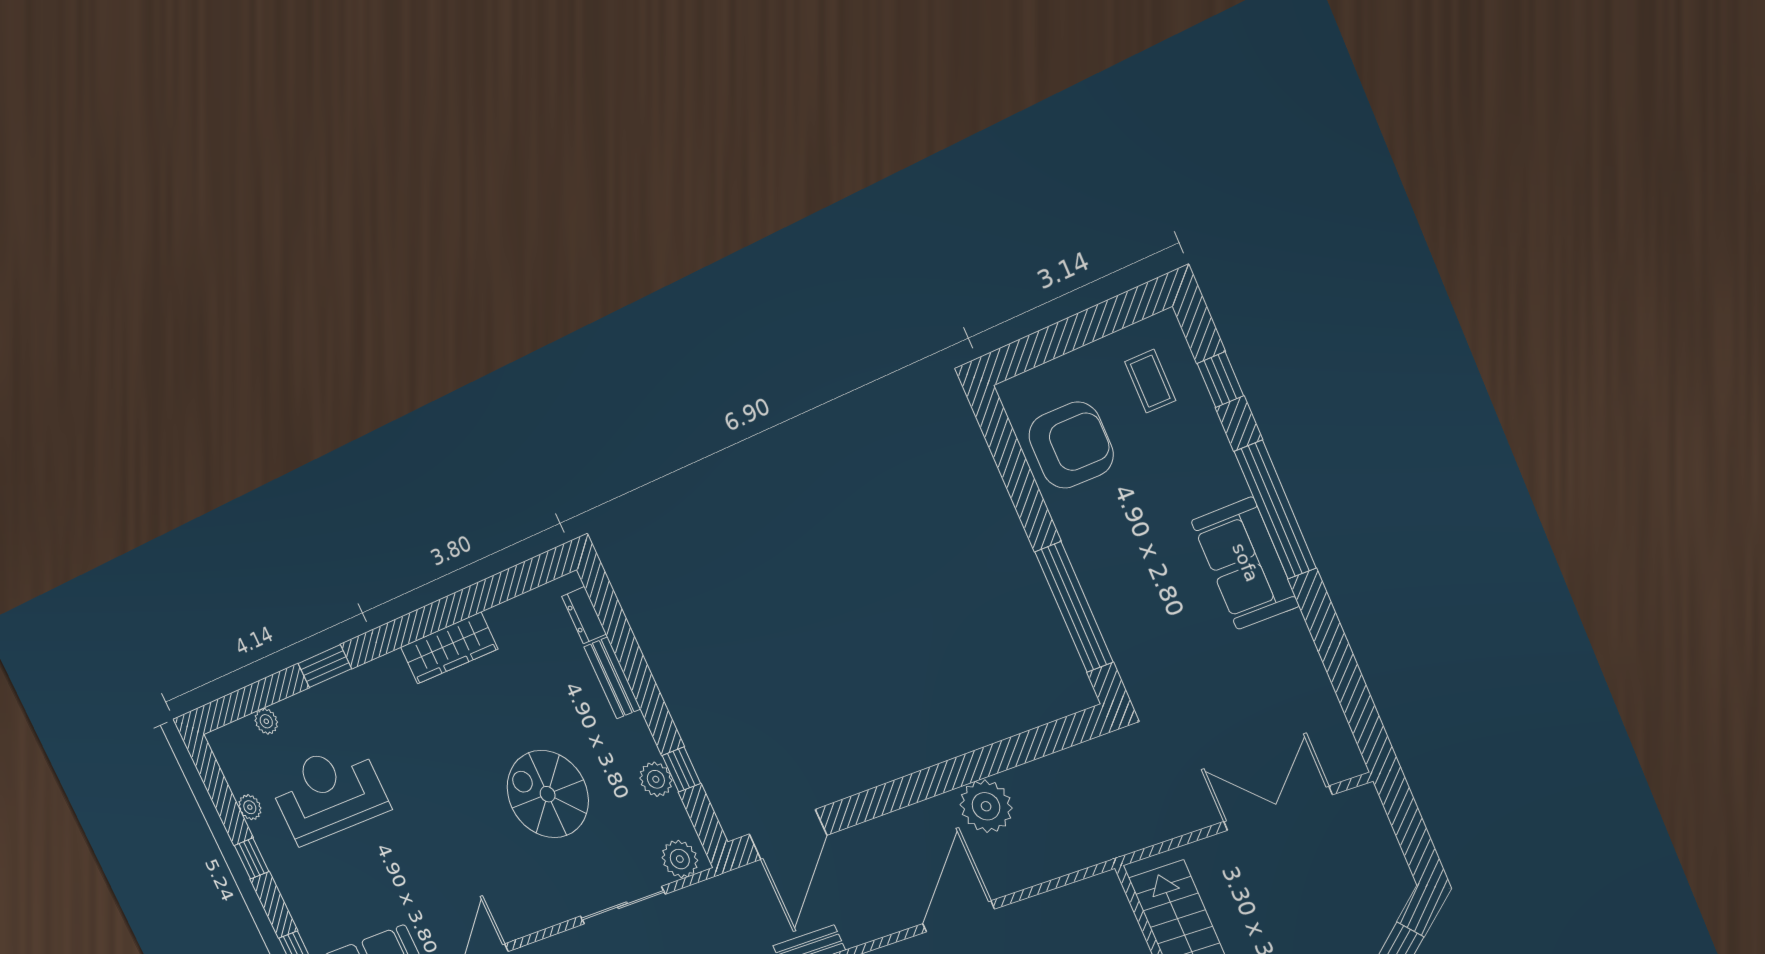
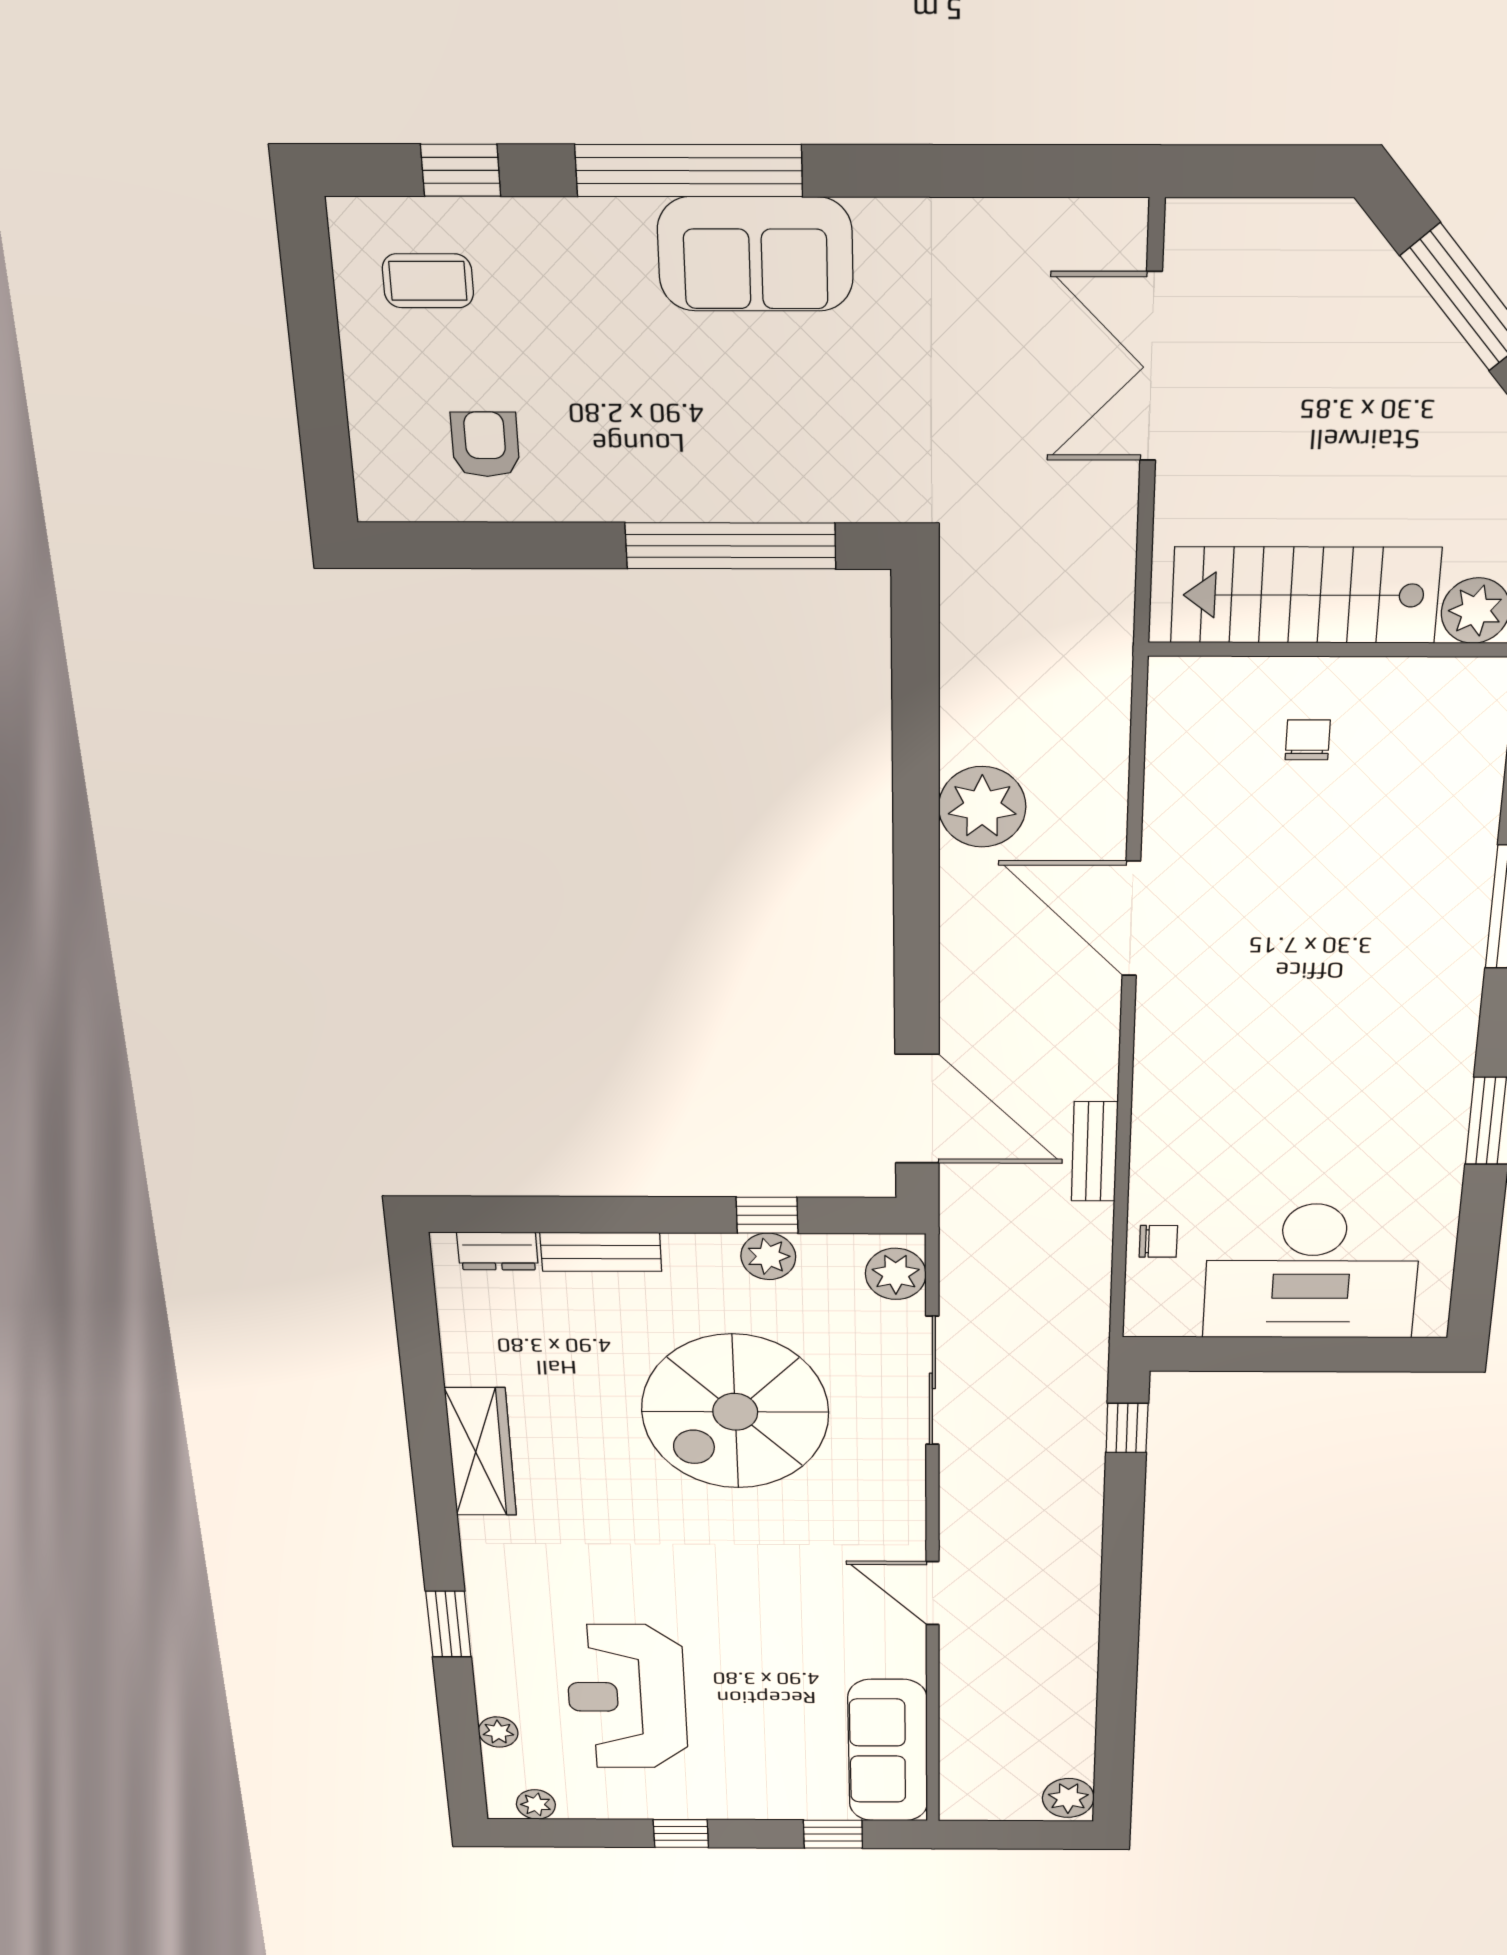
armchair: (1071, 445) -> (485, 444), width x0.53, depth x0.53
spiral stairs: (548, 794) -> (735, 1412), width x1.37, depth x1.37
plant: (250, 807) -> (536, 1804), moved

